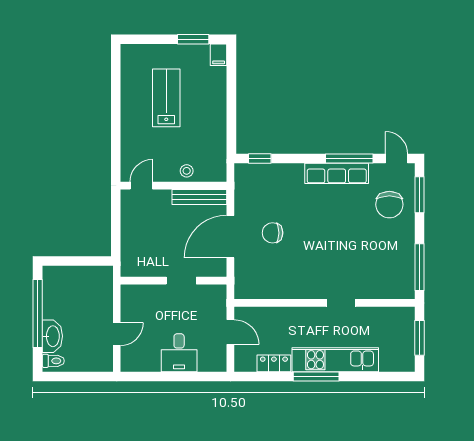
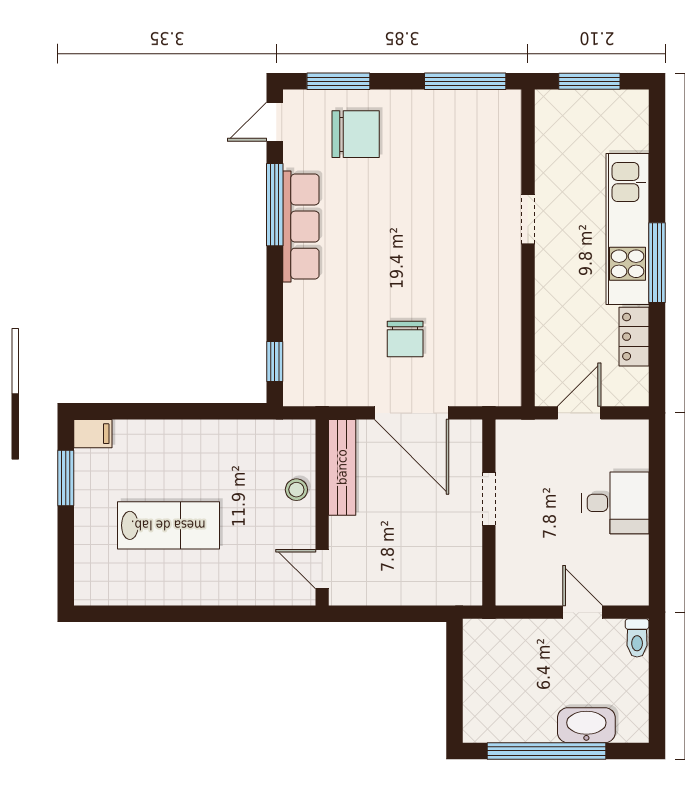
lab bench: (166, 98) -> (168, 525), turned 180
toilet: (53, 361) -> (637, 638), moved, turned 180

